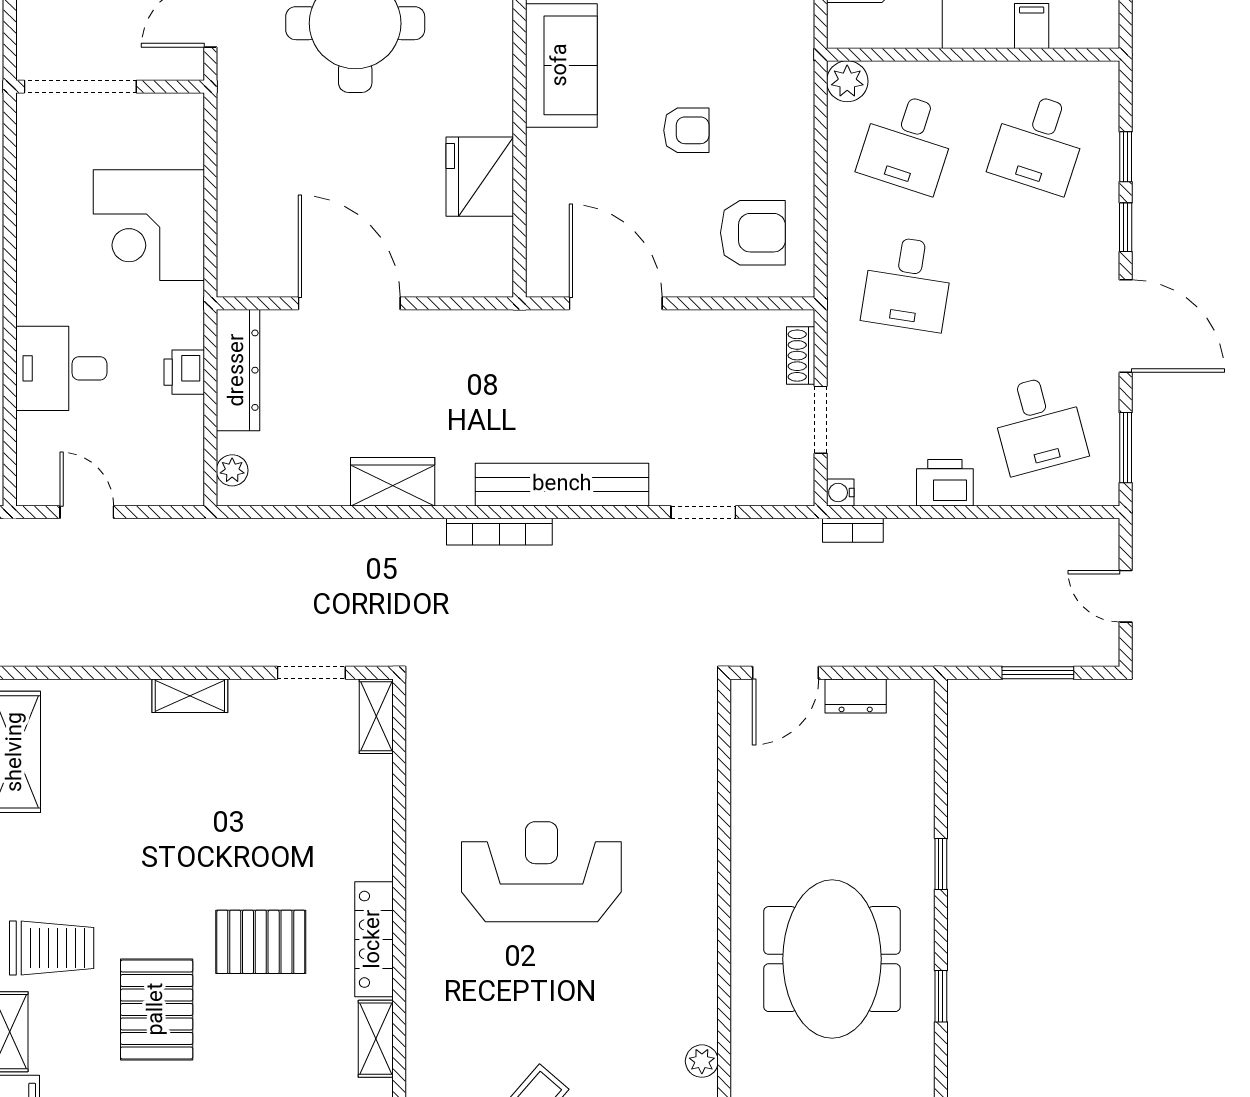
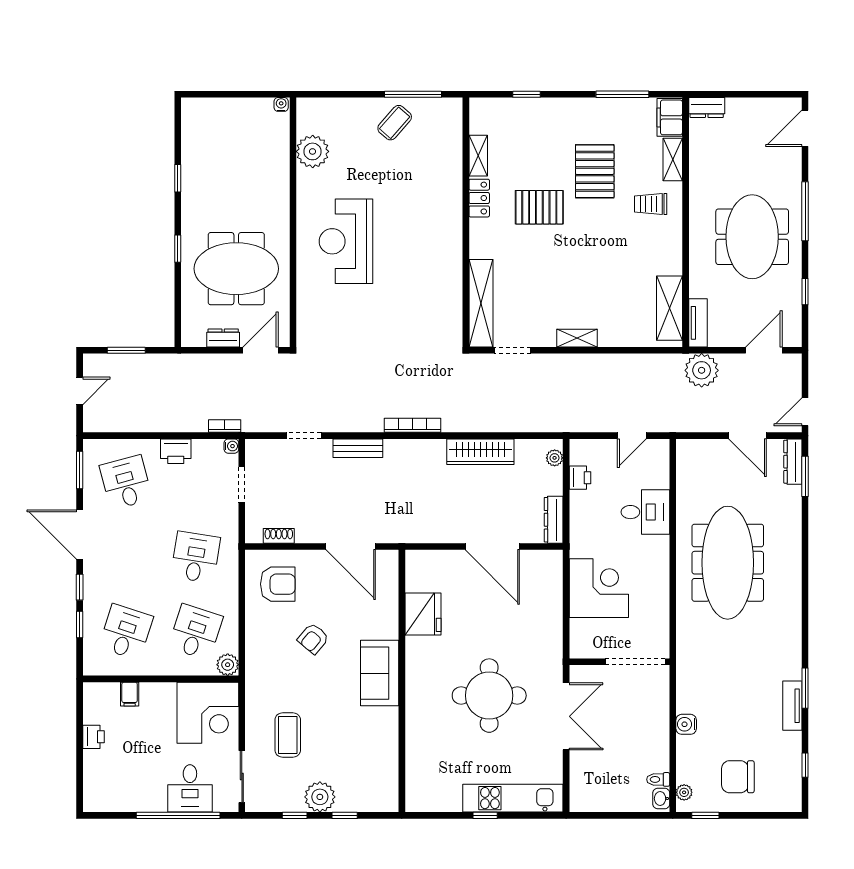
armchair: (686, 130) -> (313, 639), turned -50
armchair: (753, 233) -> (278, 584), turned 180
shoe rack: (801, 356) -> (279, 536), moved, turned -90
dresser: (238, 370) -> (554, 520), width x0.73, depth x0.80
printer: (184, 372) -> (580, 478), moved
wardrobe: (393, 482) -> (480, 452), width x1.50
bench: (562, 485) -> (358, 448), width x0.54, depth x0.82
door: (87, 512) -> (632, 436), hinge flipped
door: (1126, 596) -> (80, 391), hinge flipped
shelving: (376, 716) -> (481, 303), width x2.20, depth x1.33
reception desk: (541, 872) -> (346, 241), moved, turned 90
locker: (374, 939) -> (479, 198), width x0.66
trolley: (52, 948) -> (651, 204), width x0.73, depth x0.72
meeting table: (832, 959) -> (236, 269), moved, turned 90
plant: (702, 1061) -> (313, 151), width x1.87, depth x1.87

